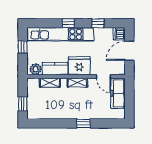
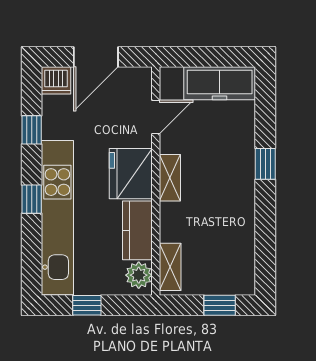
door: (129, 51) -> (96, 57), hinge flipped
shelving: (50, 83) -> (170, 267), moved
freezer: (118, 93) -> (220, 83), moved

